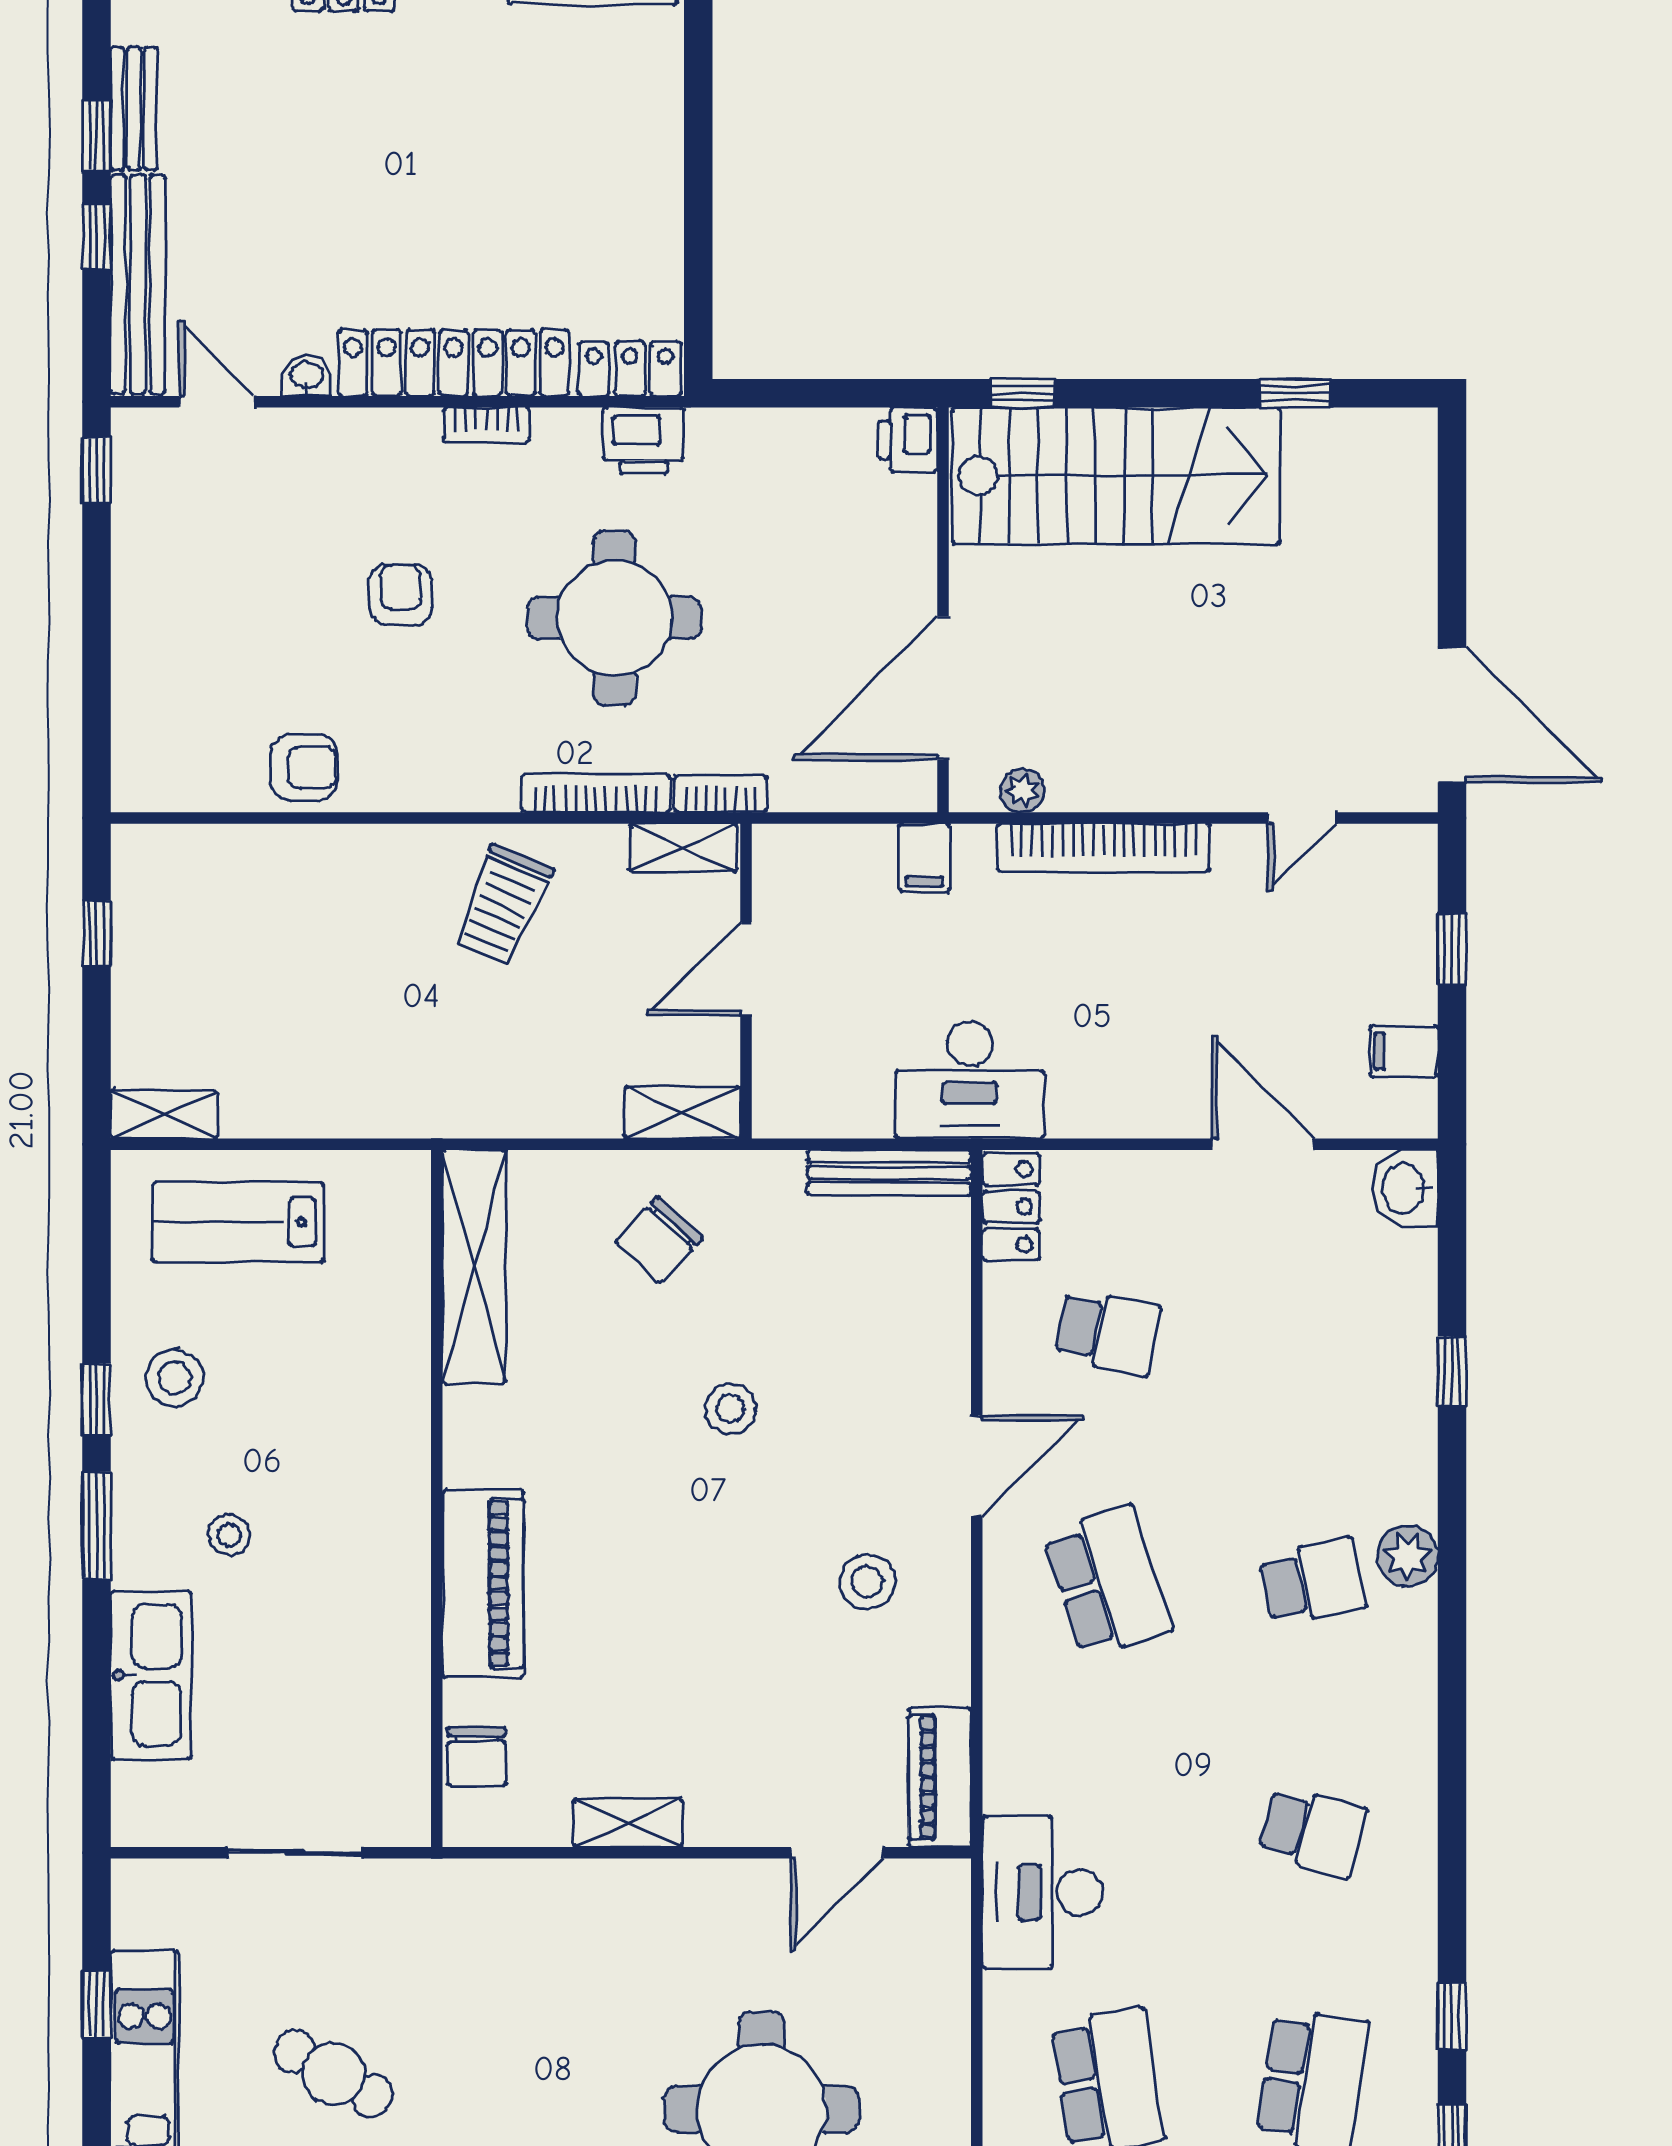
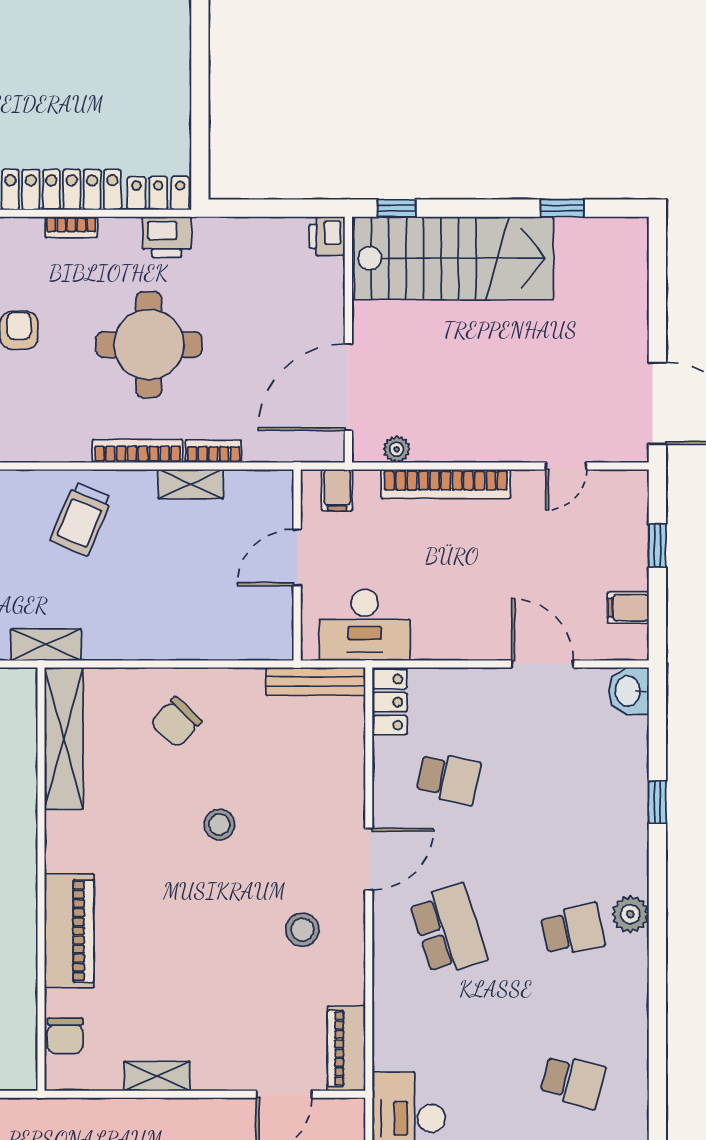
door: (746, 969) -> (297, 557), moved
wall: (746, 981) -> (297, 565), moved
shelving: (682, 1112) -> (46, 645), moved

